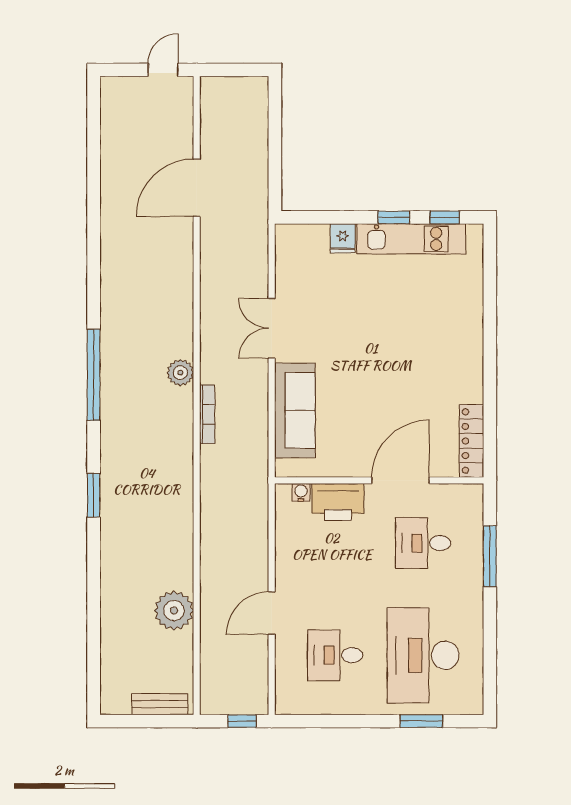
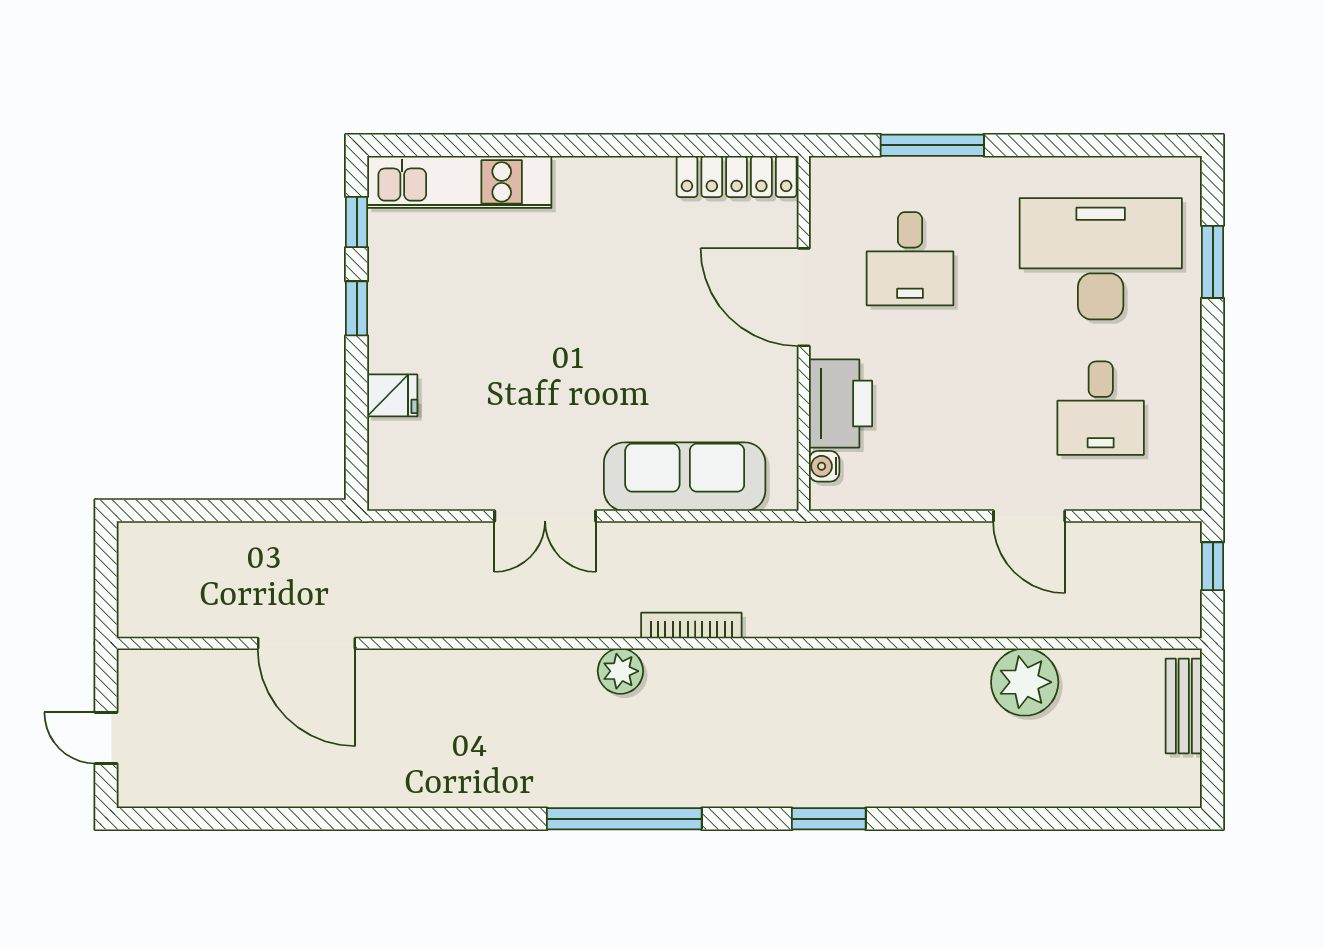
door: (163, 70) -> (106, 738), moved
kitchen unit: (411, 239) -> (459, 182), moved, turned 90
desk: (423, 655) -> (1101, 259), turned 180

